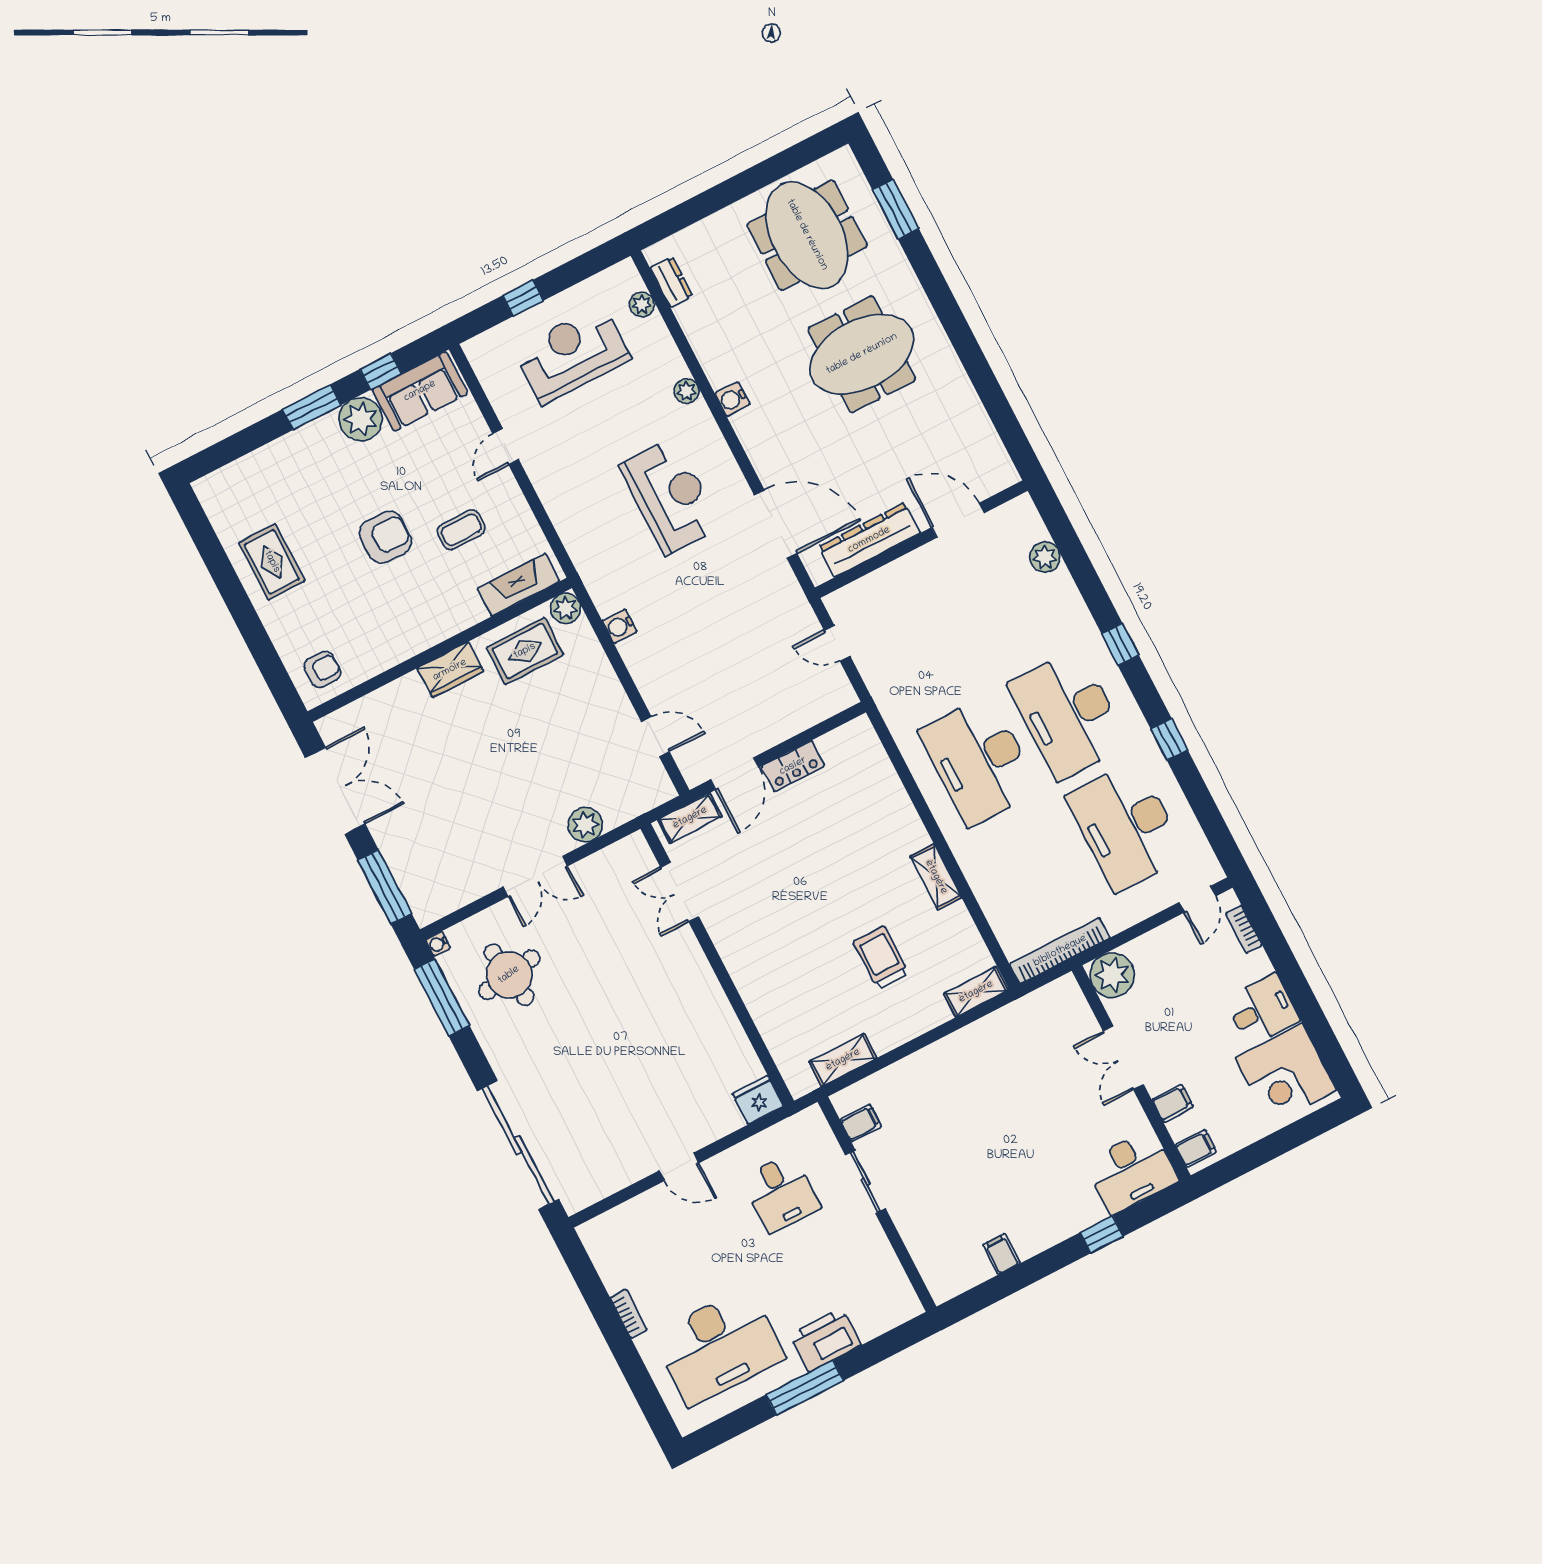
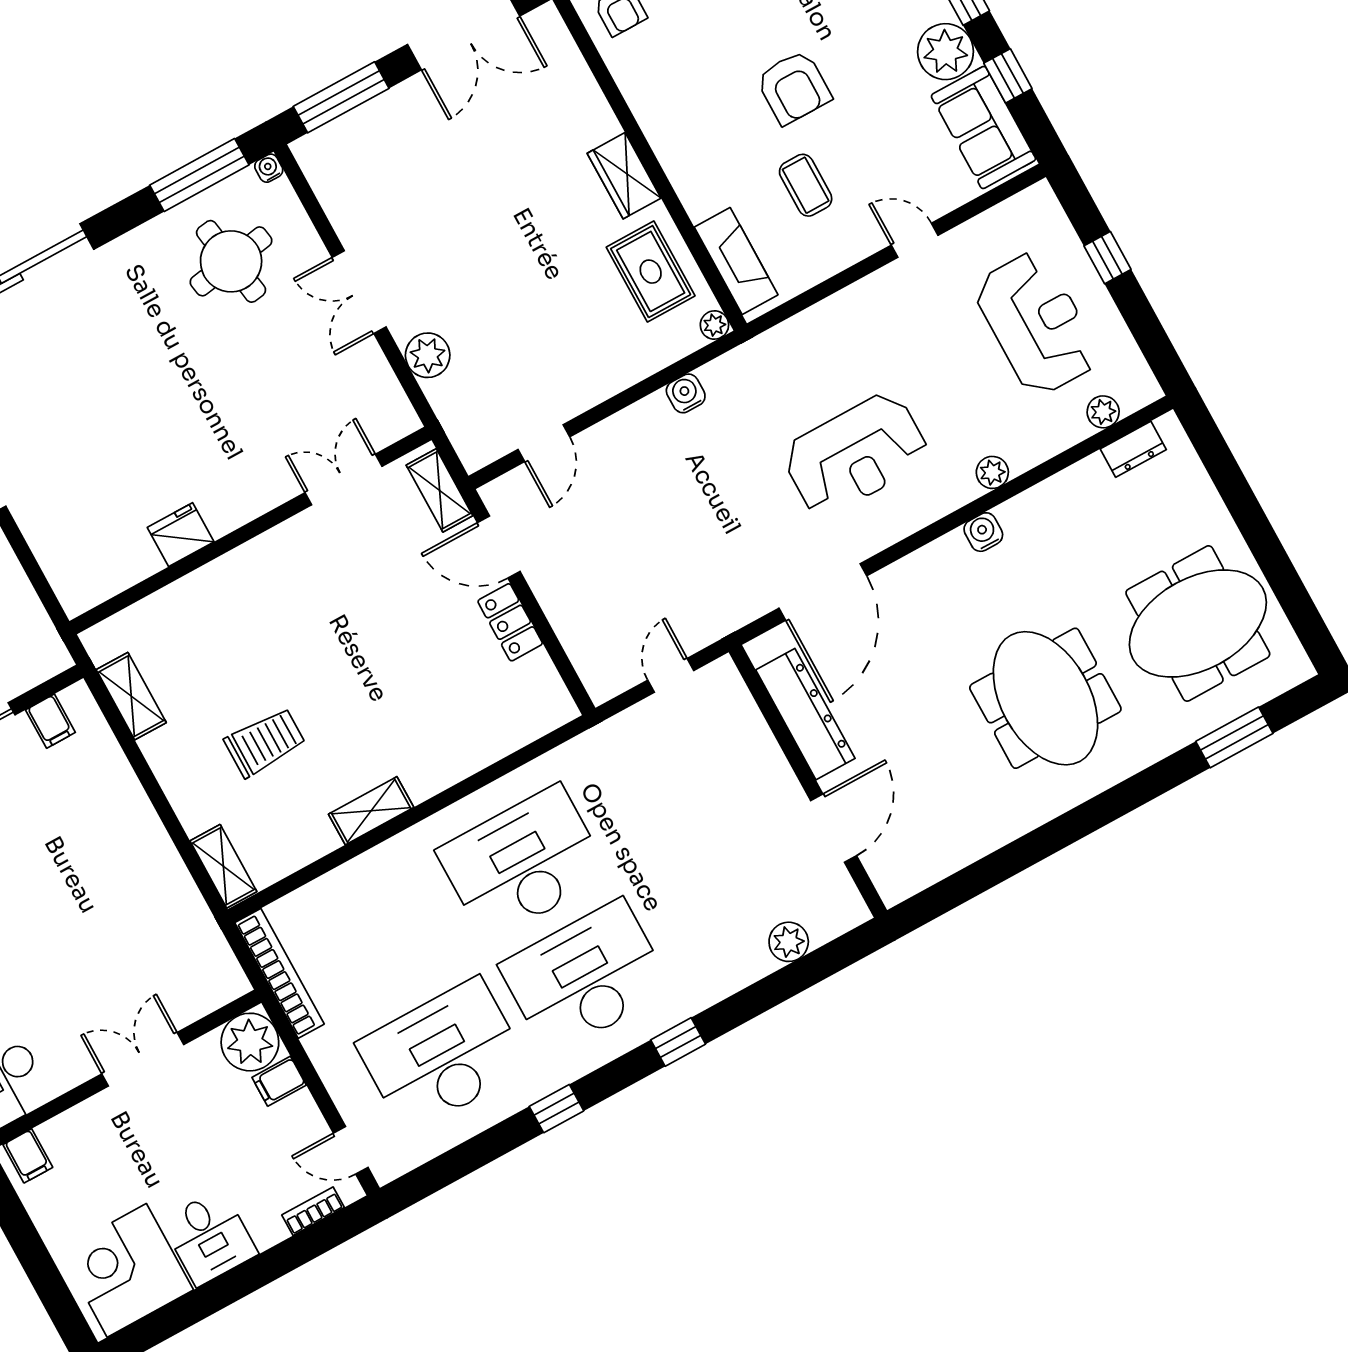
plant: (566, 608) -> (714, 325), width x0.73, depth x0.73
fridge: (758, 1100) -> (181, 535), moved, turned -90
filing cabinet: (1172, 1103) -> (279, 1081), moved, turned 90

